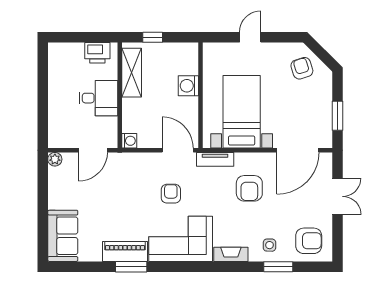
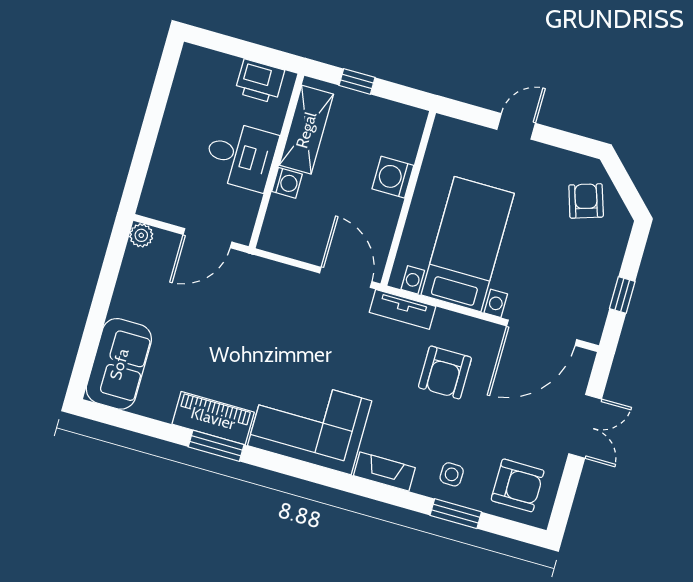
window: (338, 116) -> (622, 295), width x0.67
washing machine: (129, 141) -> (287, 183), moved
armchair: (171, 194) -> (315, 345), removed

